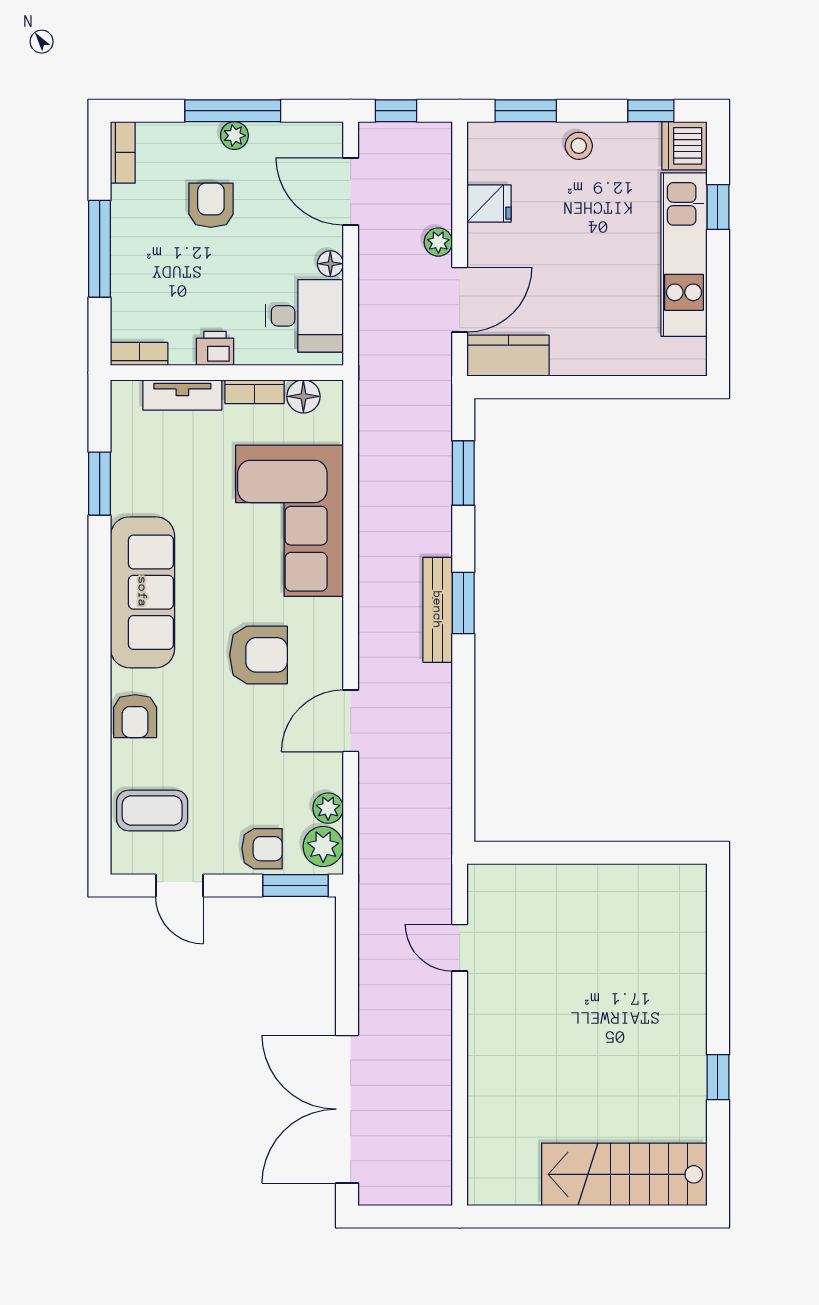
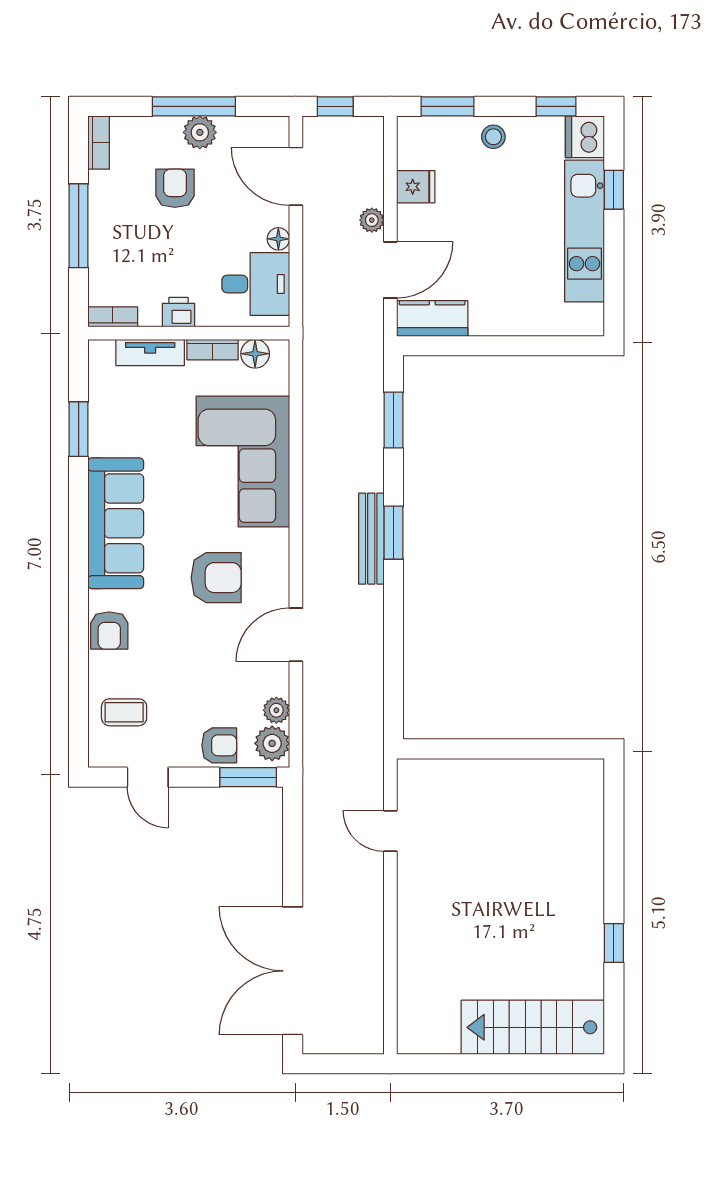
plant: (234, 136) -> (200, 132), width x1.38, depth x1.38
coffee table: (152, 811) -> (124, 712), width x0.73, depth x0.77

